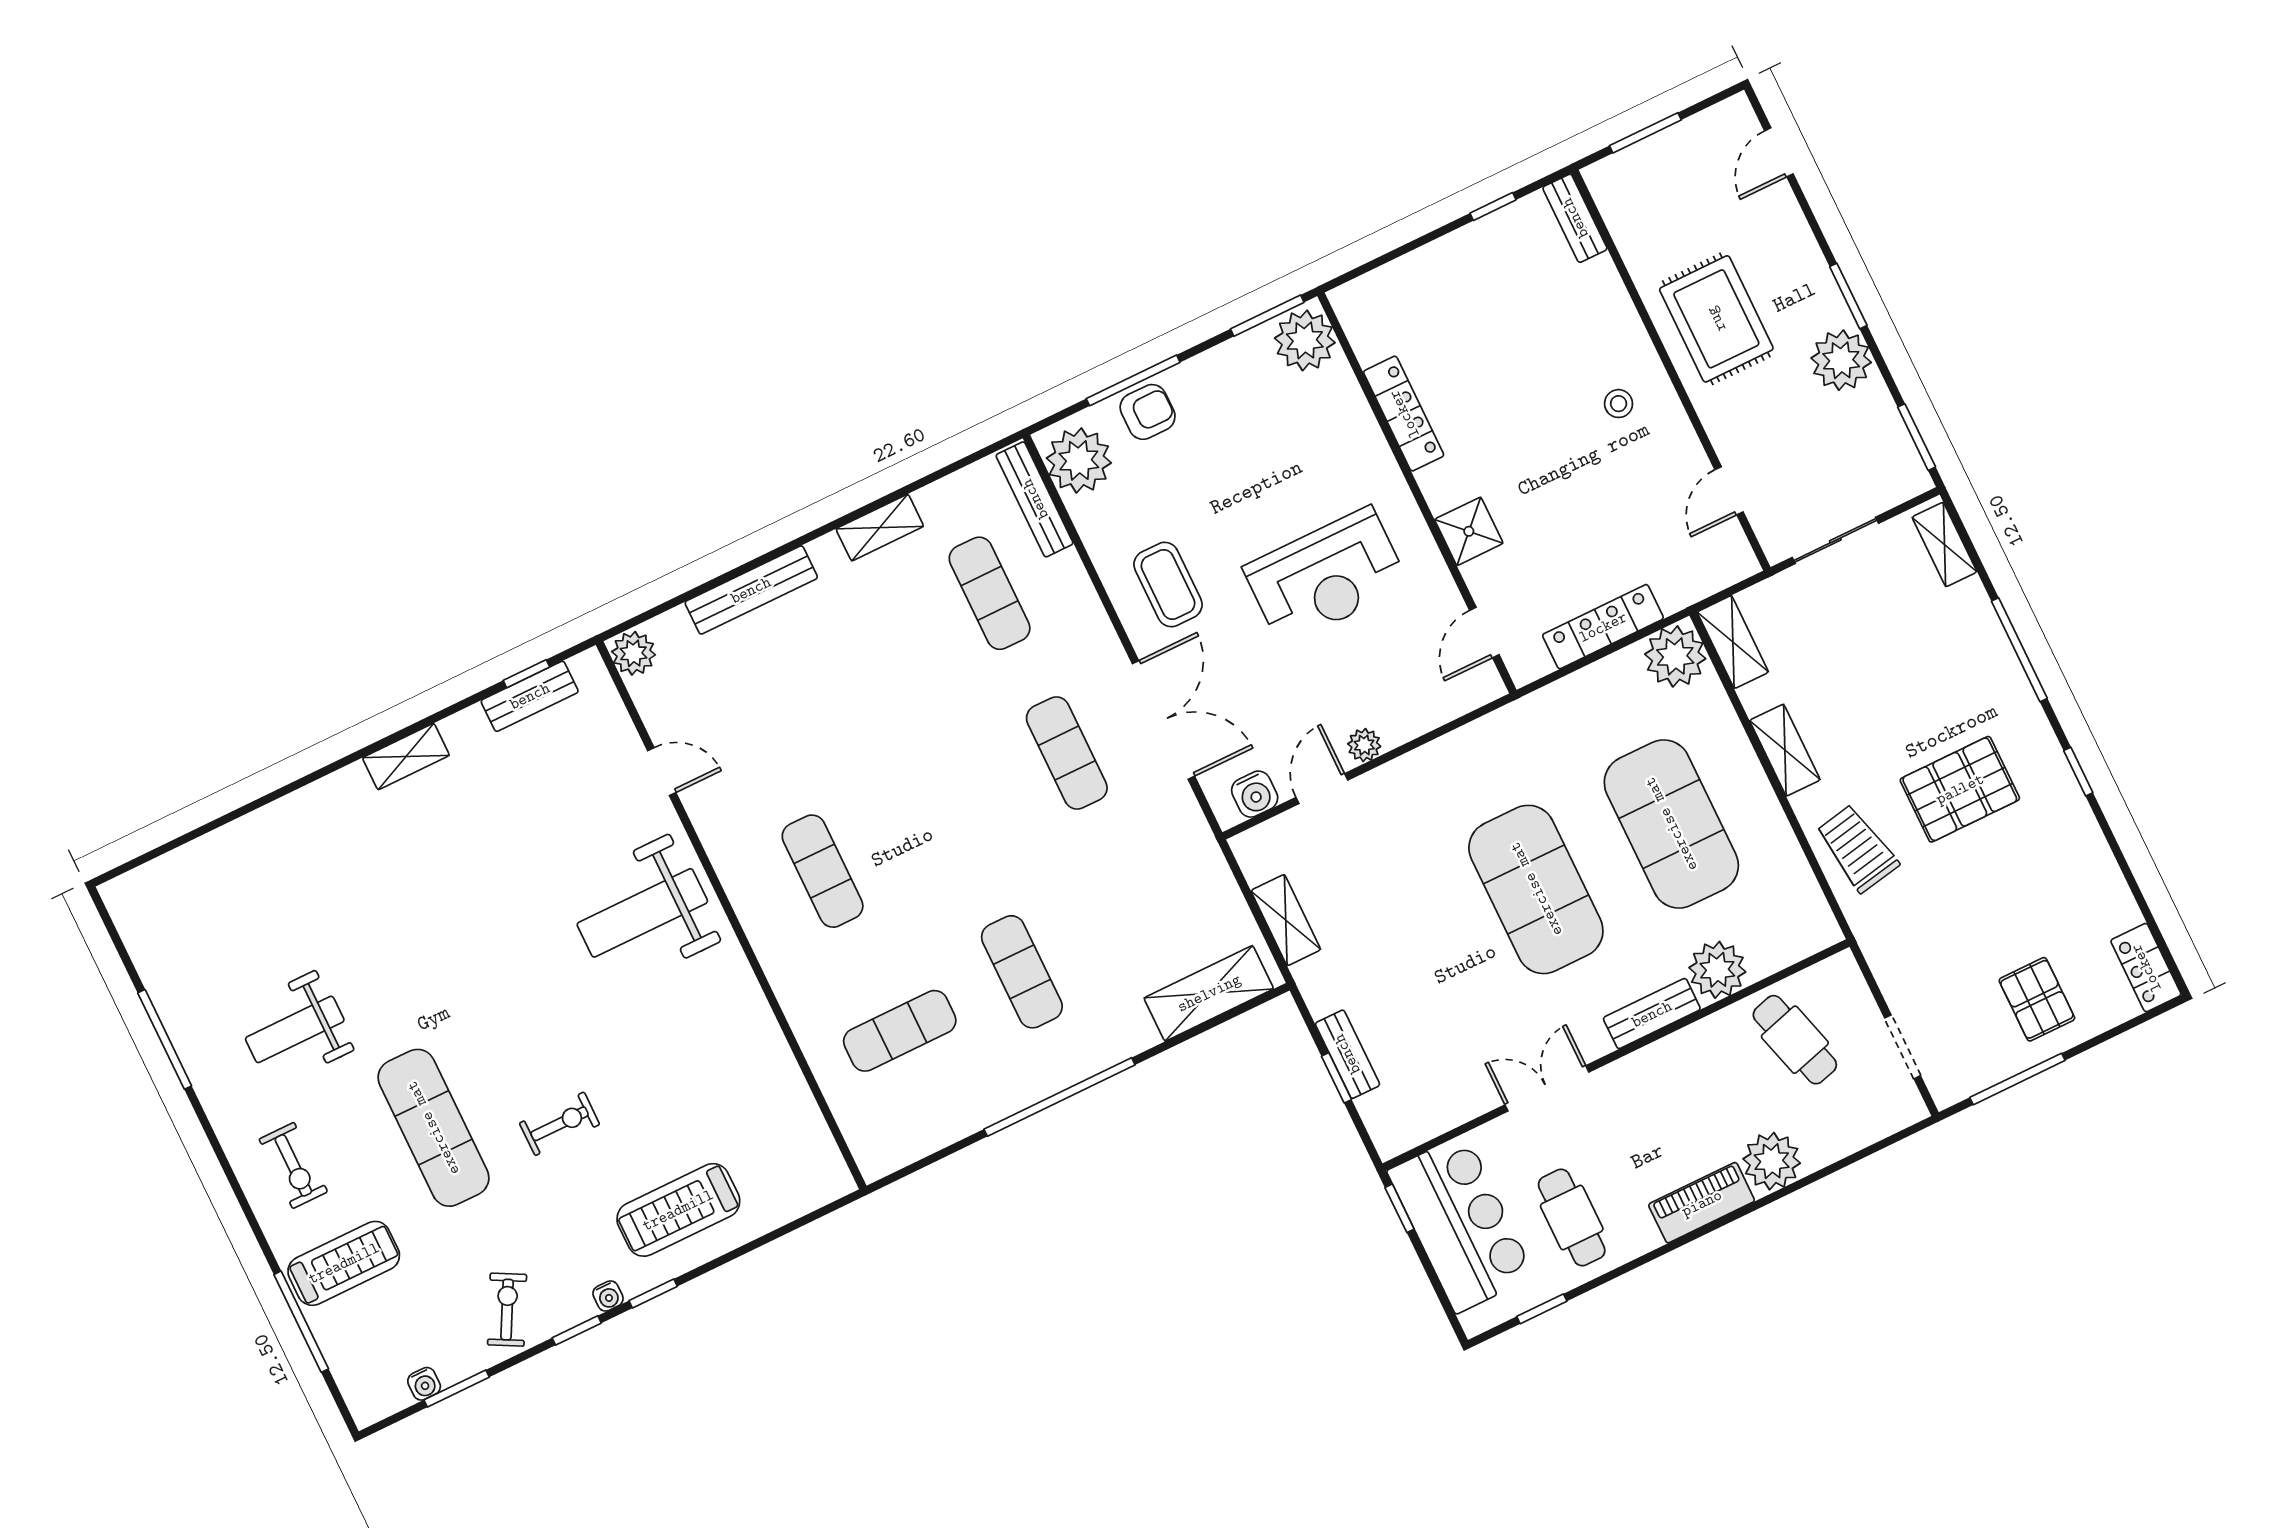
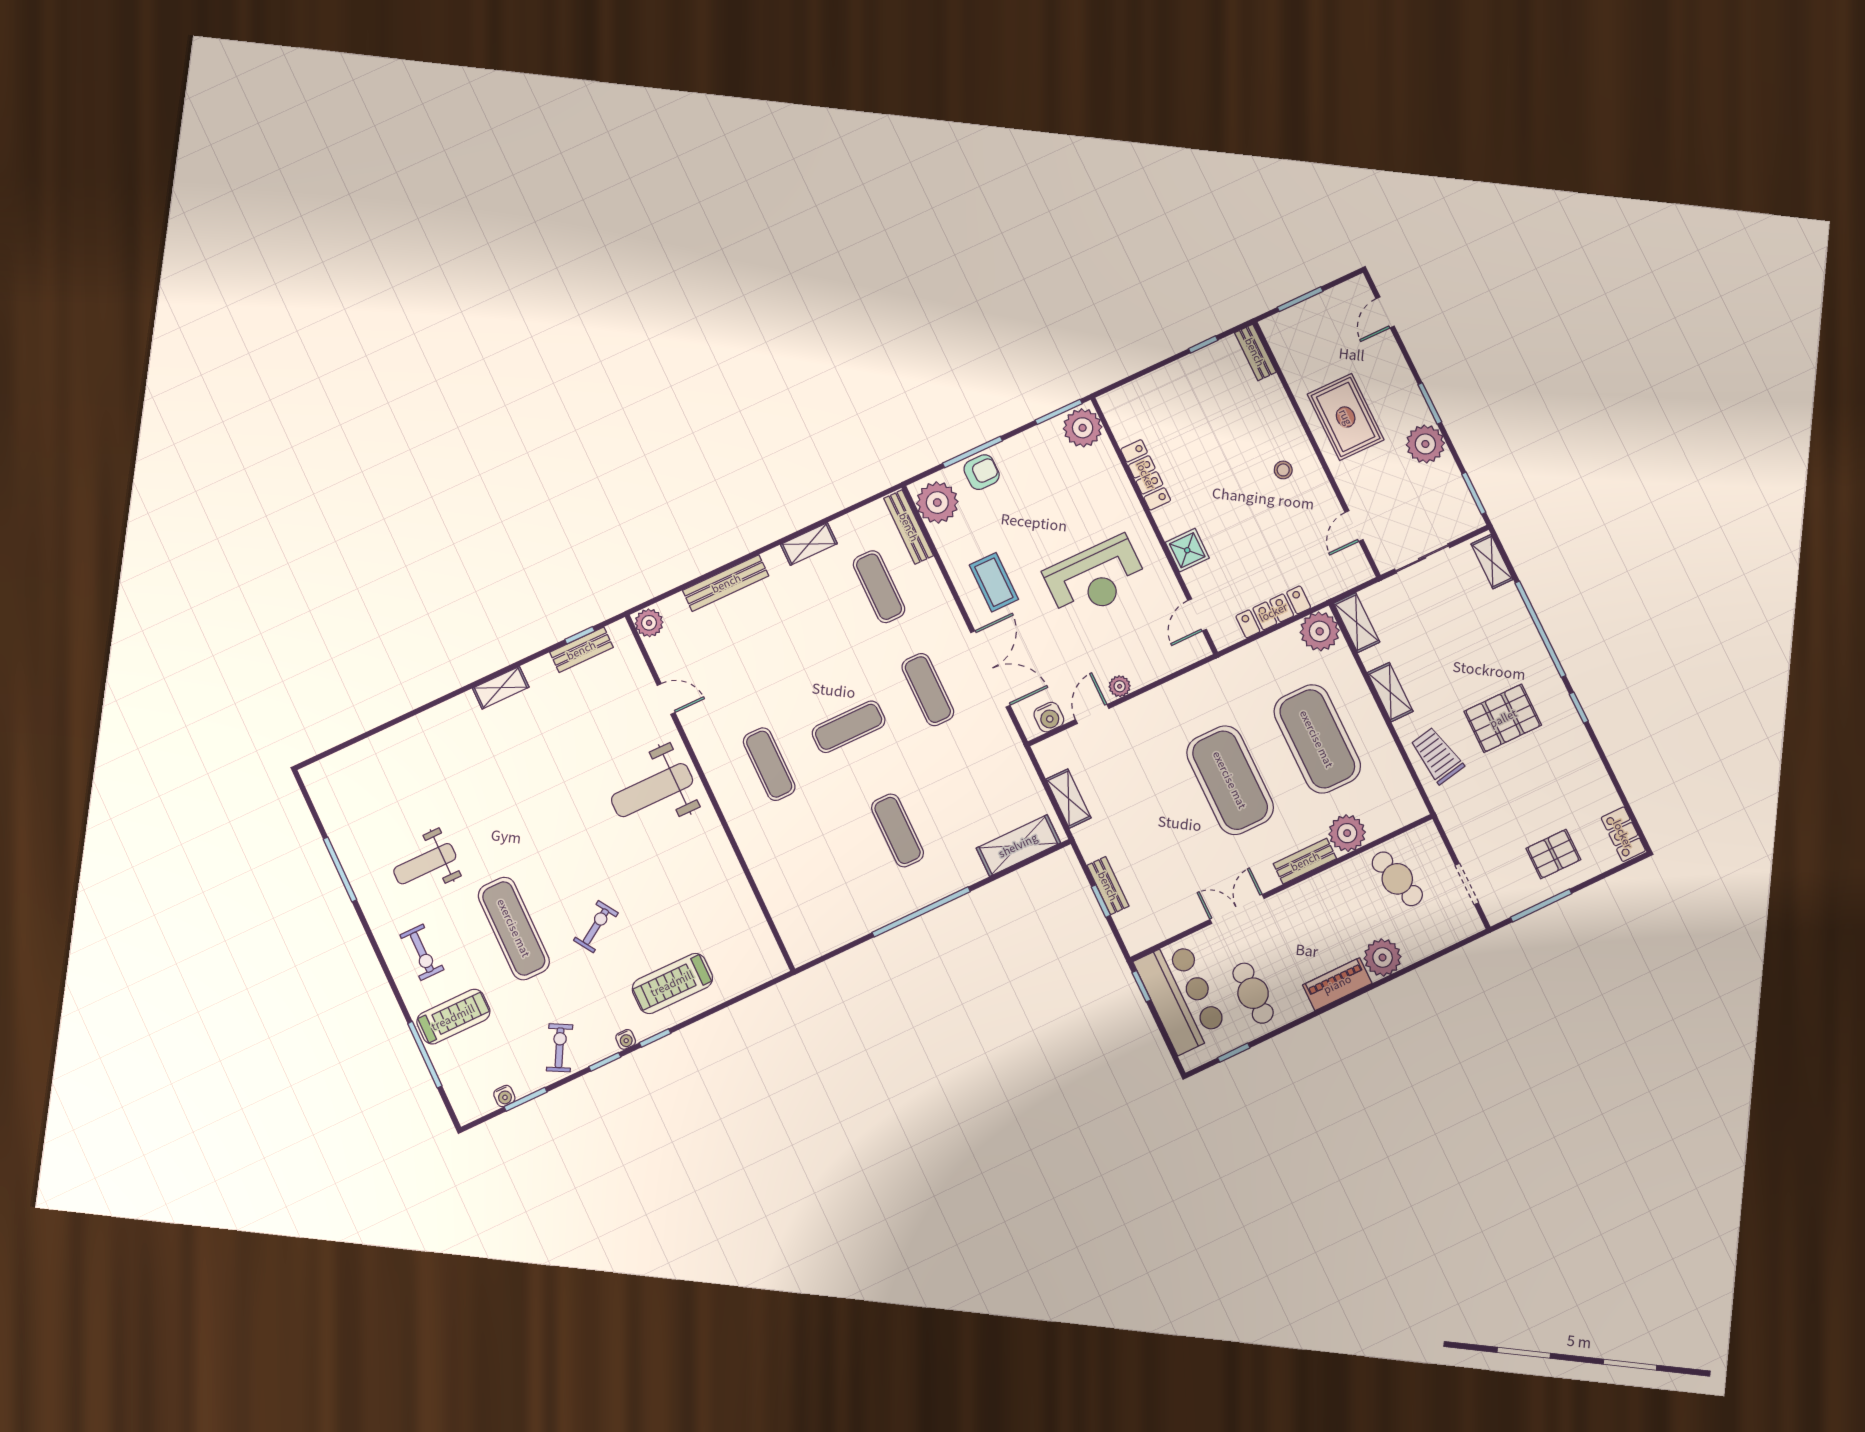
window: (2019, 650) -> (1540, 629), width x1.46
pallet: (2037, 999) -> (1553, 854), turned 90
exercise mat: (900, 1031) -> (849, 727), moved
exercise bike: (560, 1124) -> (596, 927), turned -33

